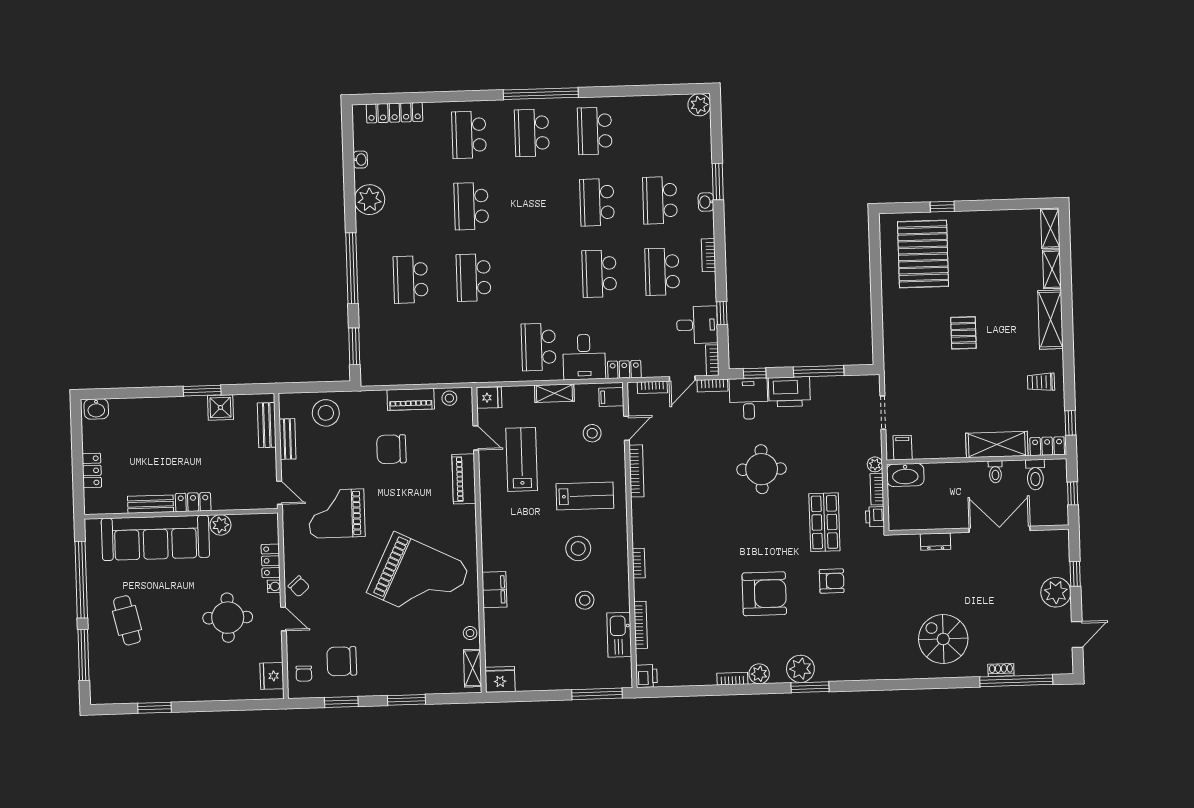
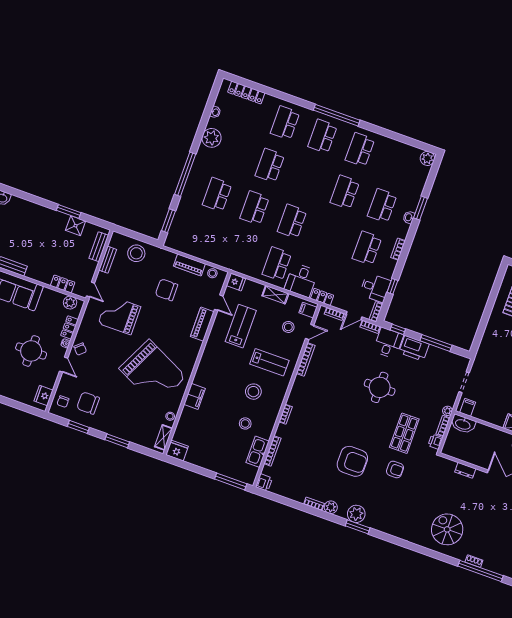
school desk: (599, 274) -> (292, 221), moved
locker: (193, 502) -> (63, 284), moved
plant: (220, 525) -> (70, 303), moved

